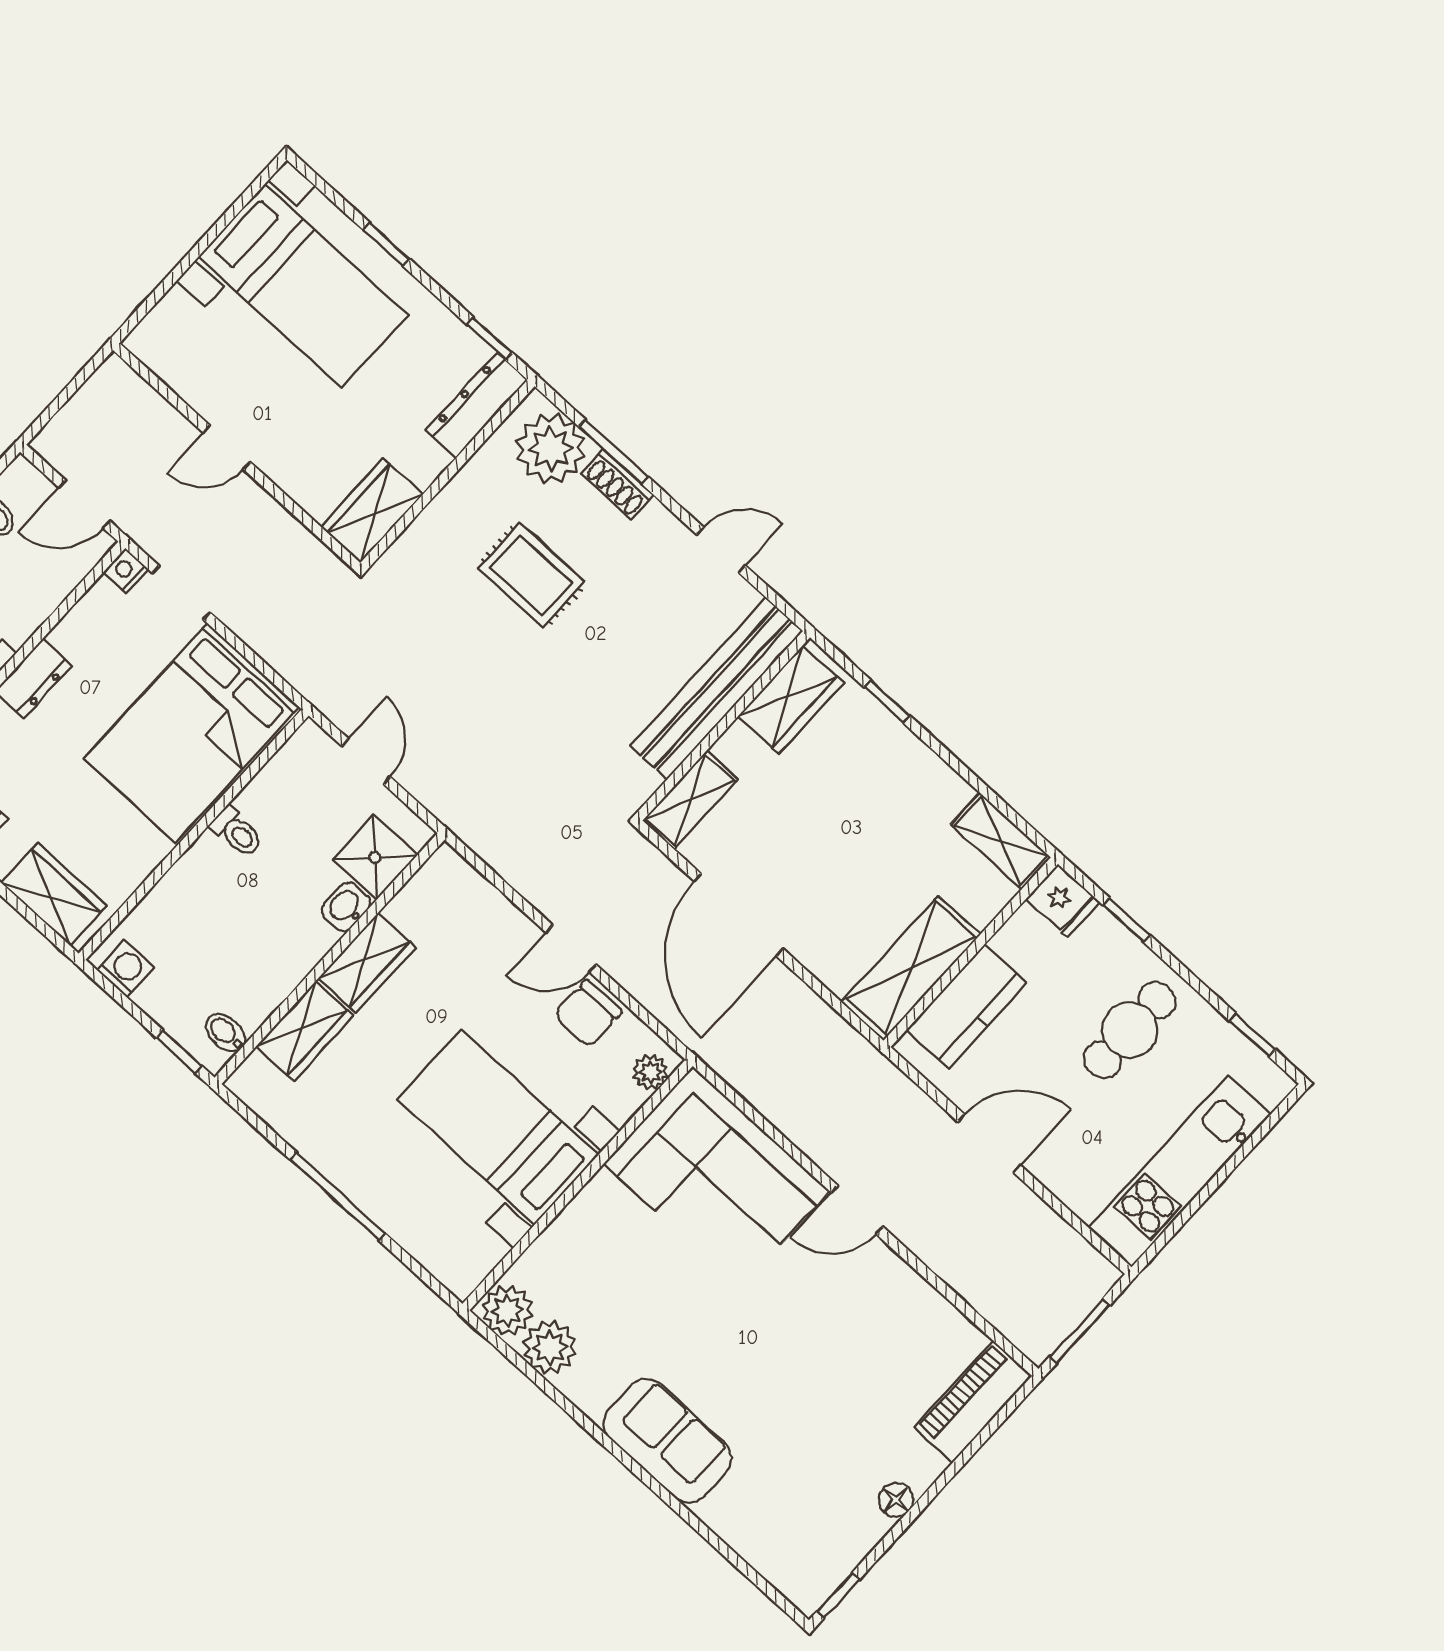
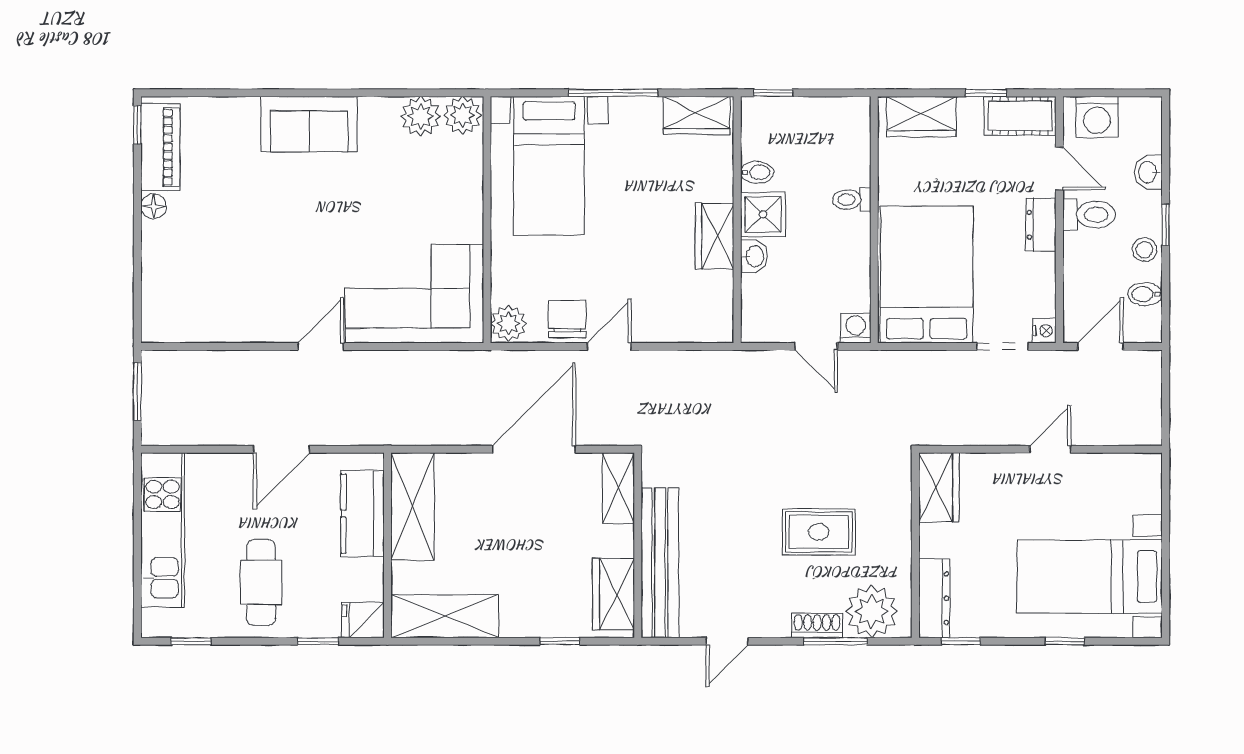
toilet: (237, 832) -> (852, 200), moved
shelving: (1001, 841) -> (445, 616), width x1.50, depth x1.33
shower: (375, 857) -> (763, 214), moved
door: (739, 915) -> (534, 449), hinge flipped
washing machine: (125, 969) -> (856, 328), moved, turned 180
wardrobe: (304, 1031) -> (696, 115), moved, turned -90
bidet: (226, 1033) -> (757, 172), moved
plant: (651, 1072) -> (508, 323), width x1.38, depth x1.38
bed with nightstands: (498, 1127) -> (549, 166), moved, turned 90
piano: (973, 1402) -> (160, 147), moved

